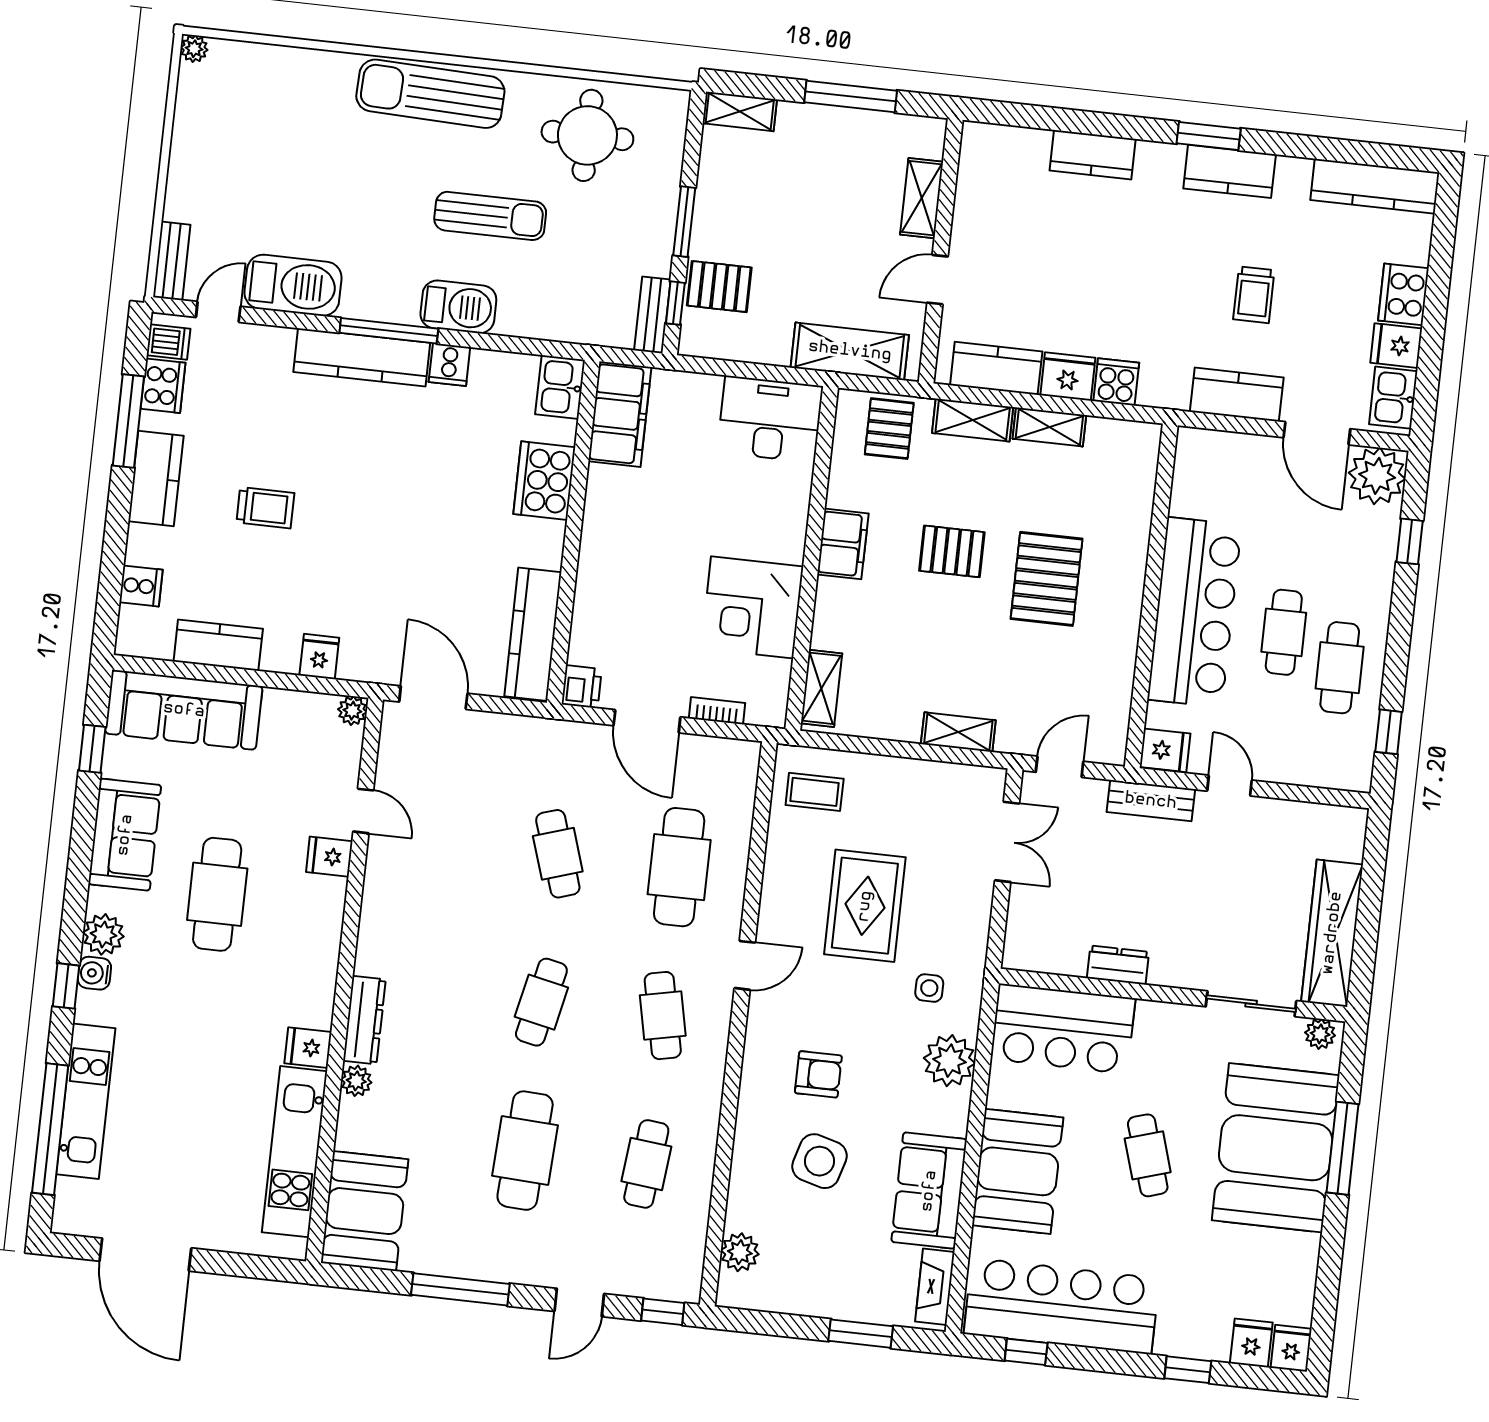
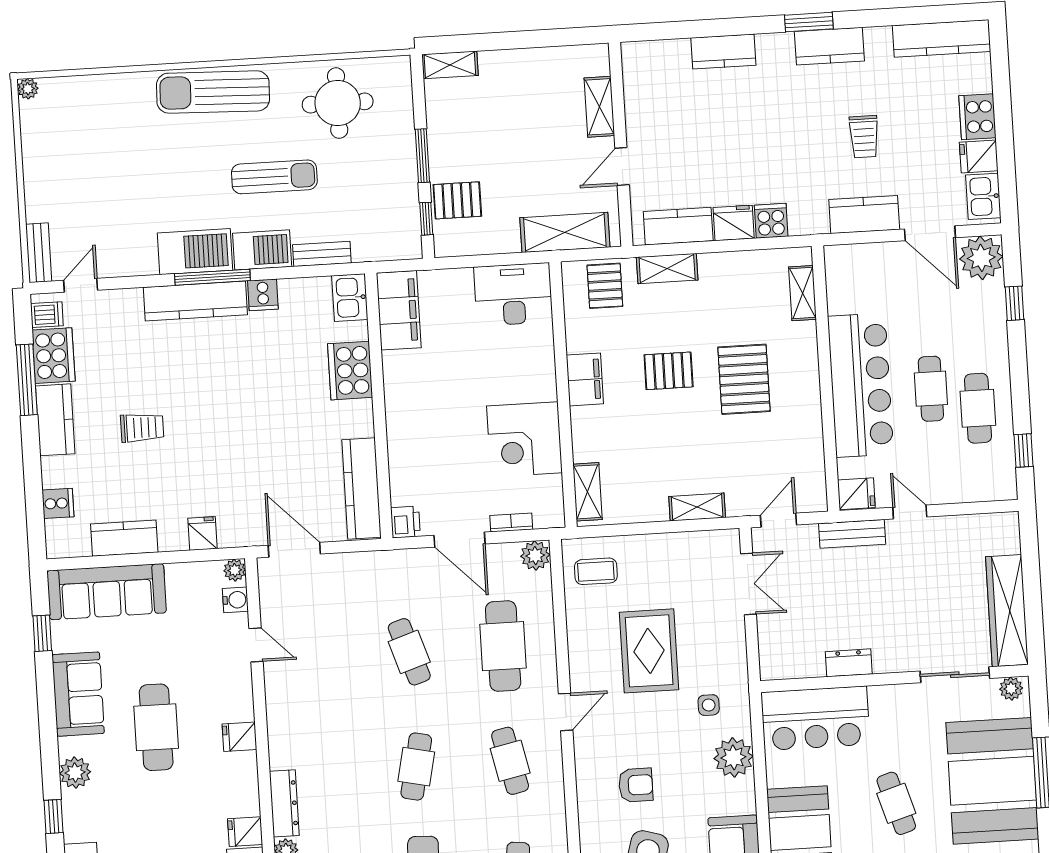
window: (851, 96) -> (532, 39), removed
barbecue: (293, 285) -> (195, 252), moved
bench: (652, 315) -> (322, 254), moved, turned 90
cooker: (163, 386) -> (54, 356), width x1.37, depth x1.31
shelving: (1049, 427) -> (803, 293), moved, turned 90
plant: (740, 758) -> (535, 556), added
fridge: (329, 857) -> (240, 737), moved
water cooler: (94, 973) -> (235, 600), moved, turned 180

